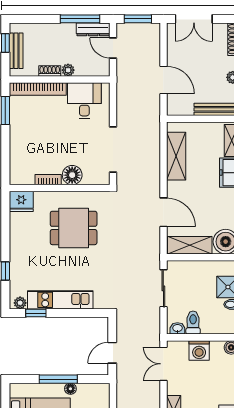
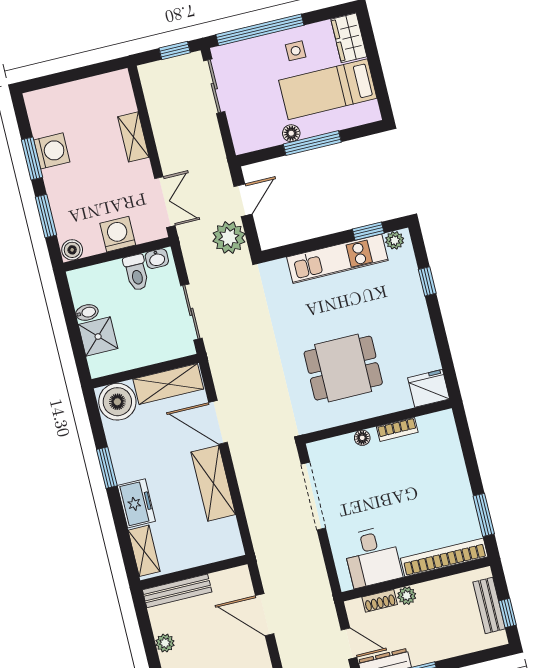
shoe rack: (50, 71) -> (380, 601), moved
shelving: (176, 156) -> (213, 483), moved
floor lamp: (72, 175) -> (362, 438), width x0.53, depth x0.53
plant: (127, 331) -> (229, 238), added

